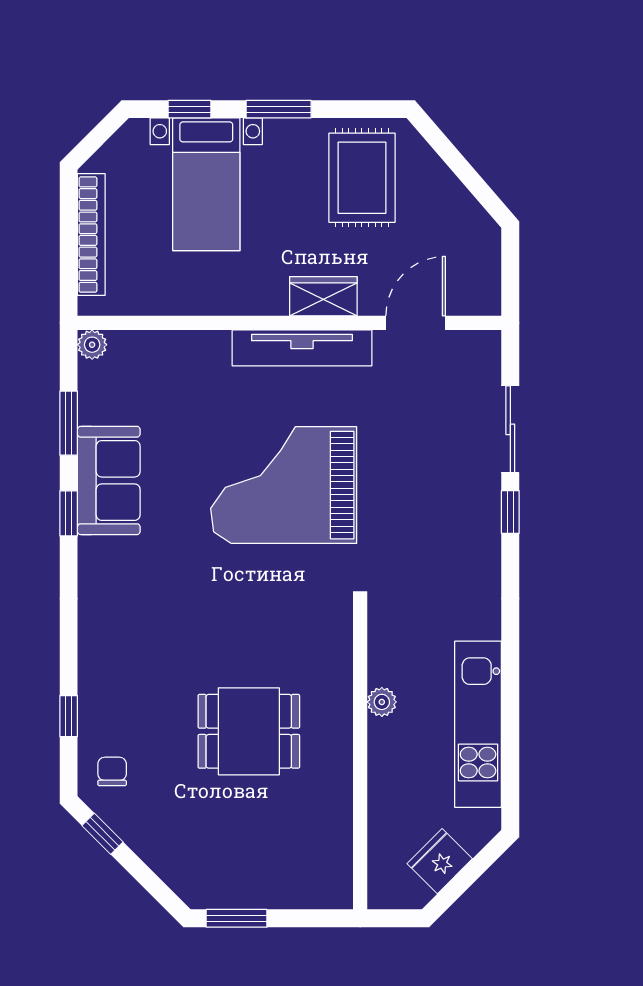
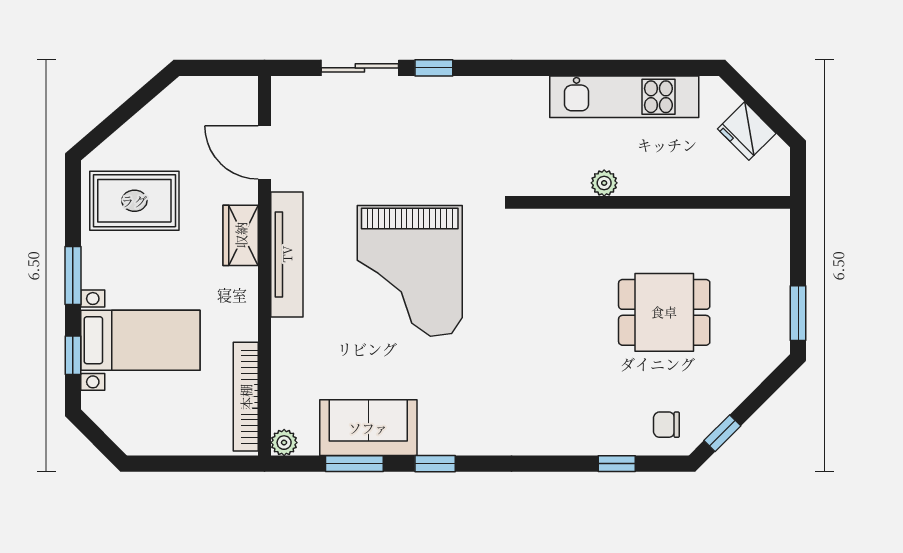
bookcase: (91, 235) -> (246, 397), moved, turned -90
sofa: (109, 480) -> (368, 428), moved
dining table: (249, 731) -> (664, 312), moved, turned 90

